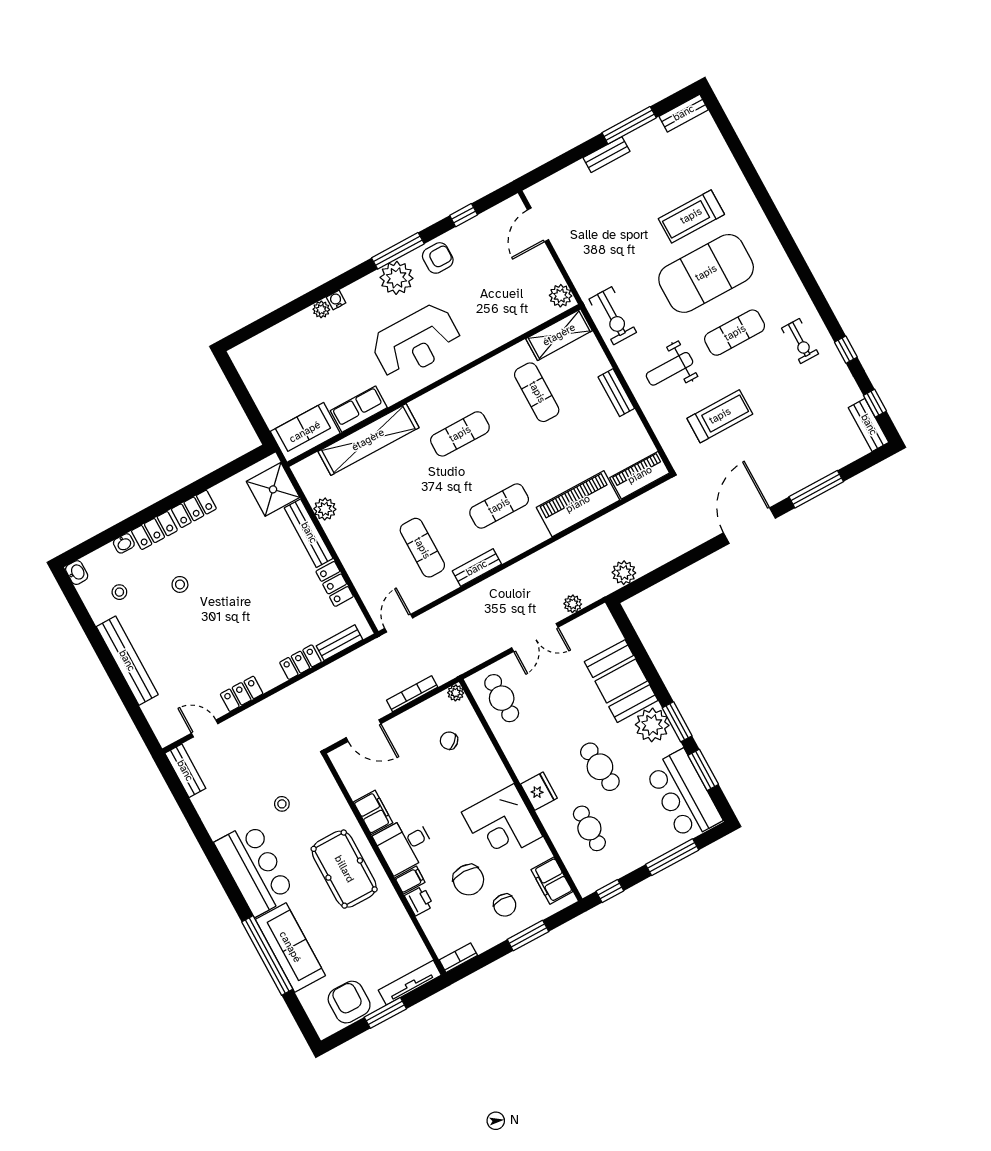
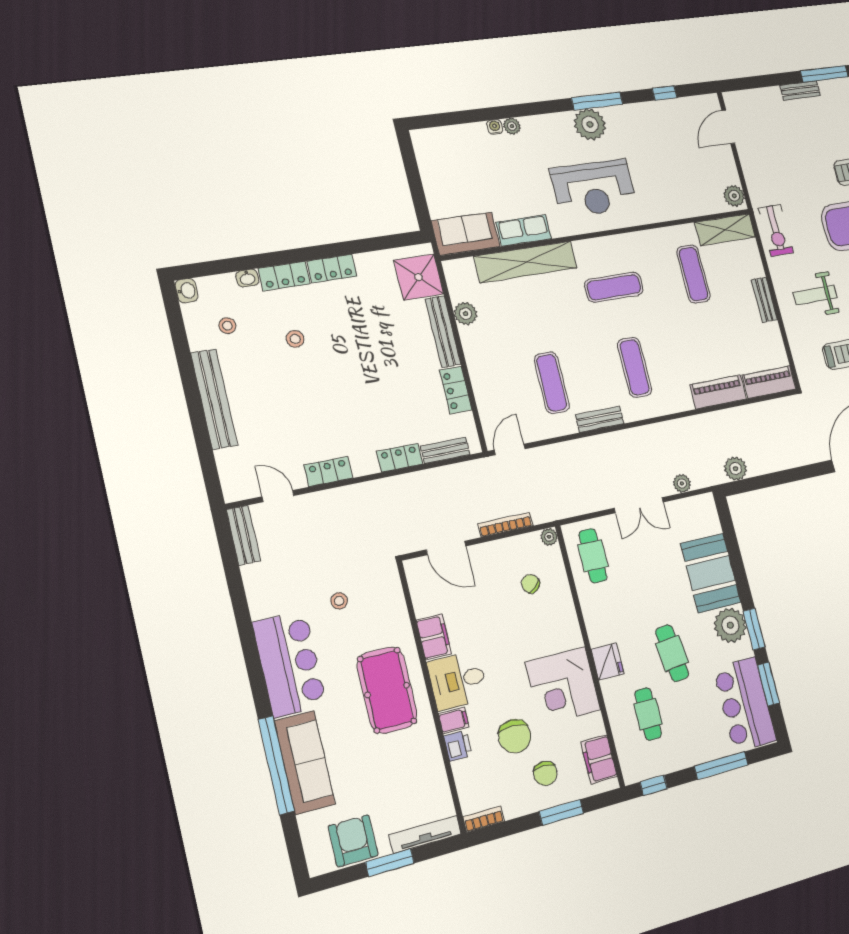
armchair: (438, 258) -> (632, 121), removed
water cooler: (336, 300) -> (495, 127), moved
piano: (578, 504) -> (718, 392), width x0.73, depth x0.75
exercise mat: (499, 506) -> (634, 367), turned 90

